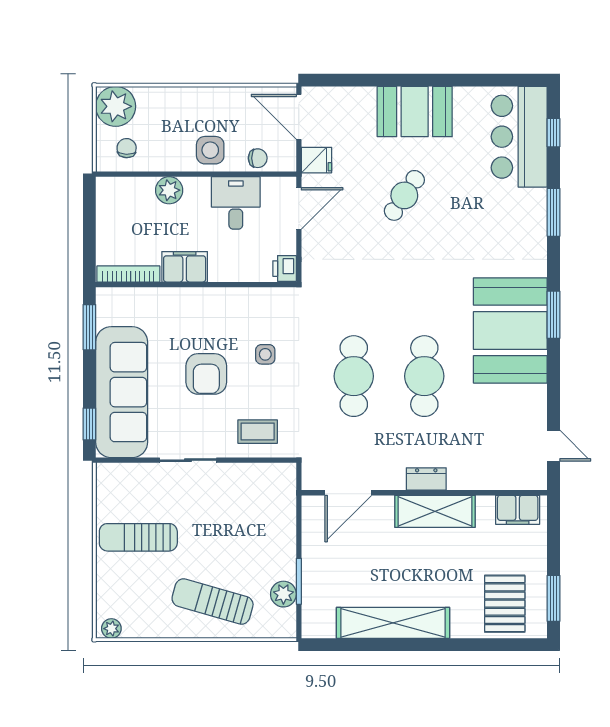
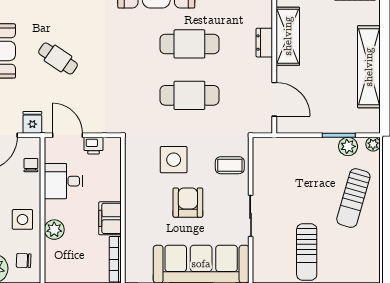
side table: (210, 150) -> (22, 219), moved
printer: (285, 269) -> (94, 146), moved
side table: (265, 354) -> (174, 160), width x1.87, depth x1.87
armchair: (206, 374) -> (188, 203), turned -90
coffee table: (258, 432) -> (230, 165), turned 90
plant: (111, 629) -> (373, 144), moved

